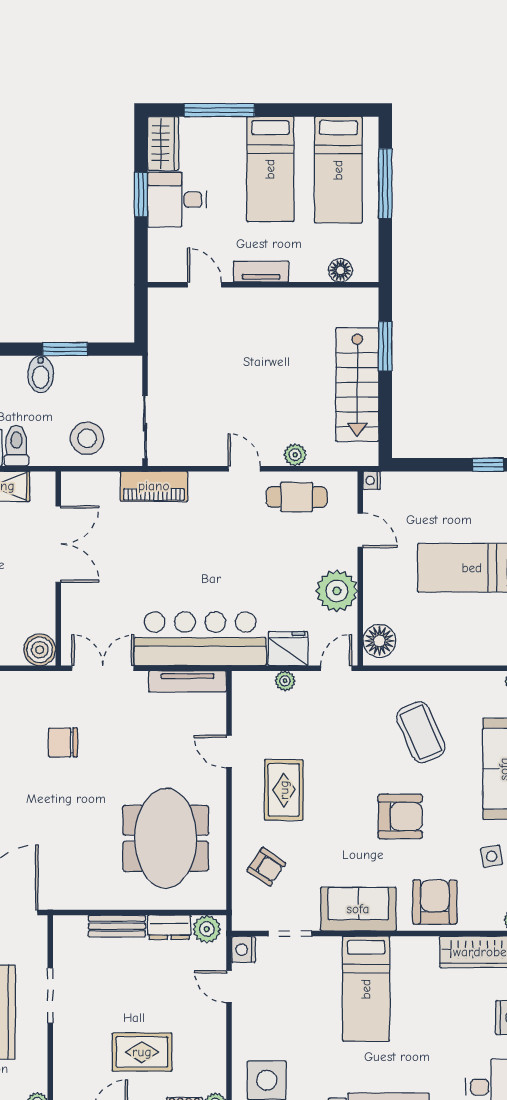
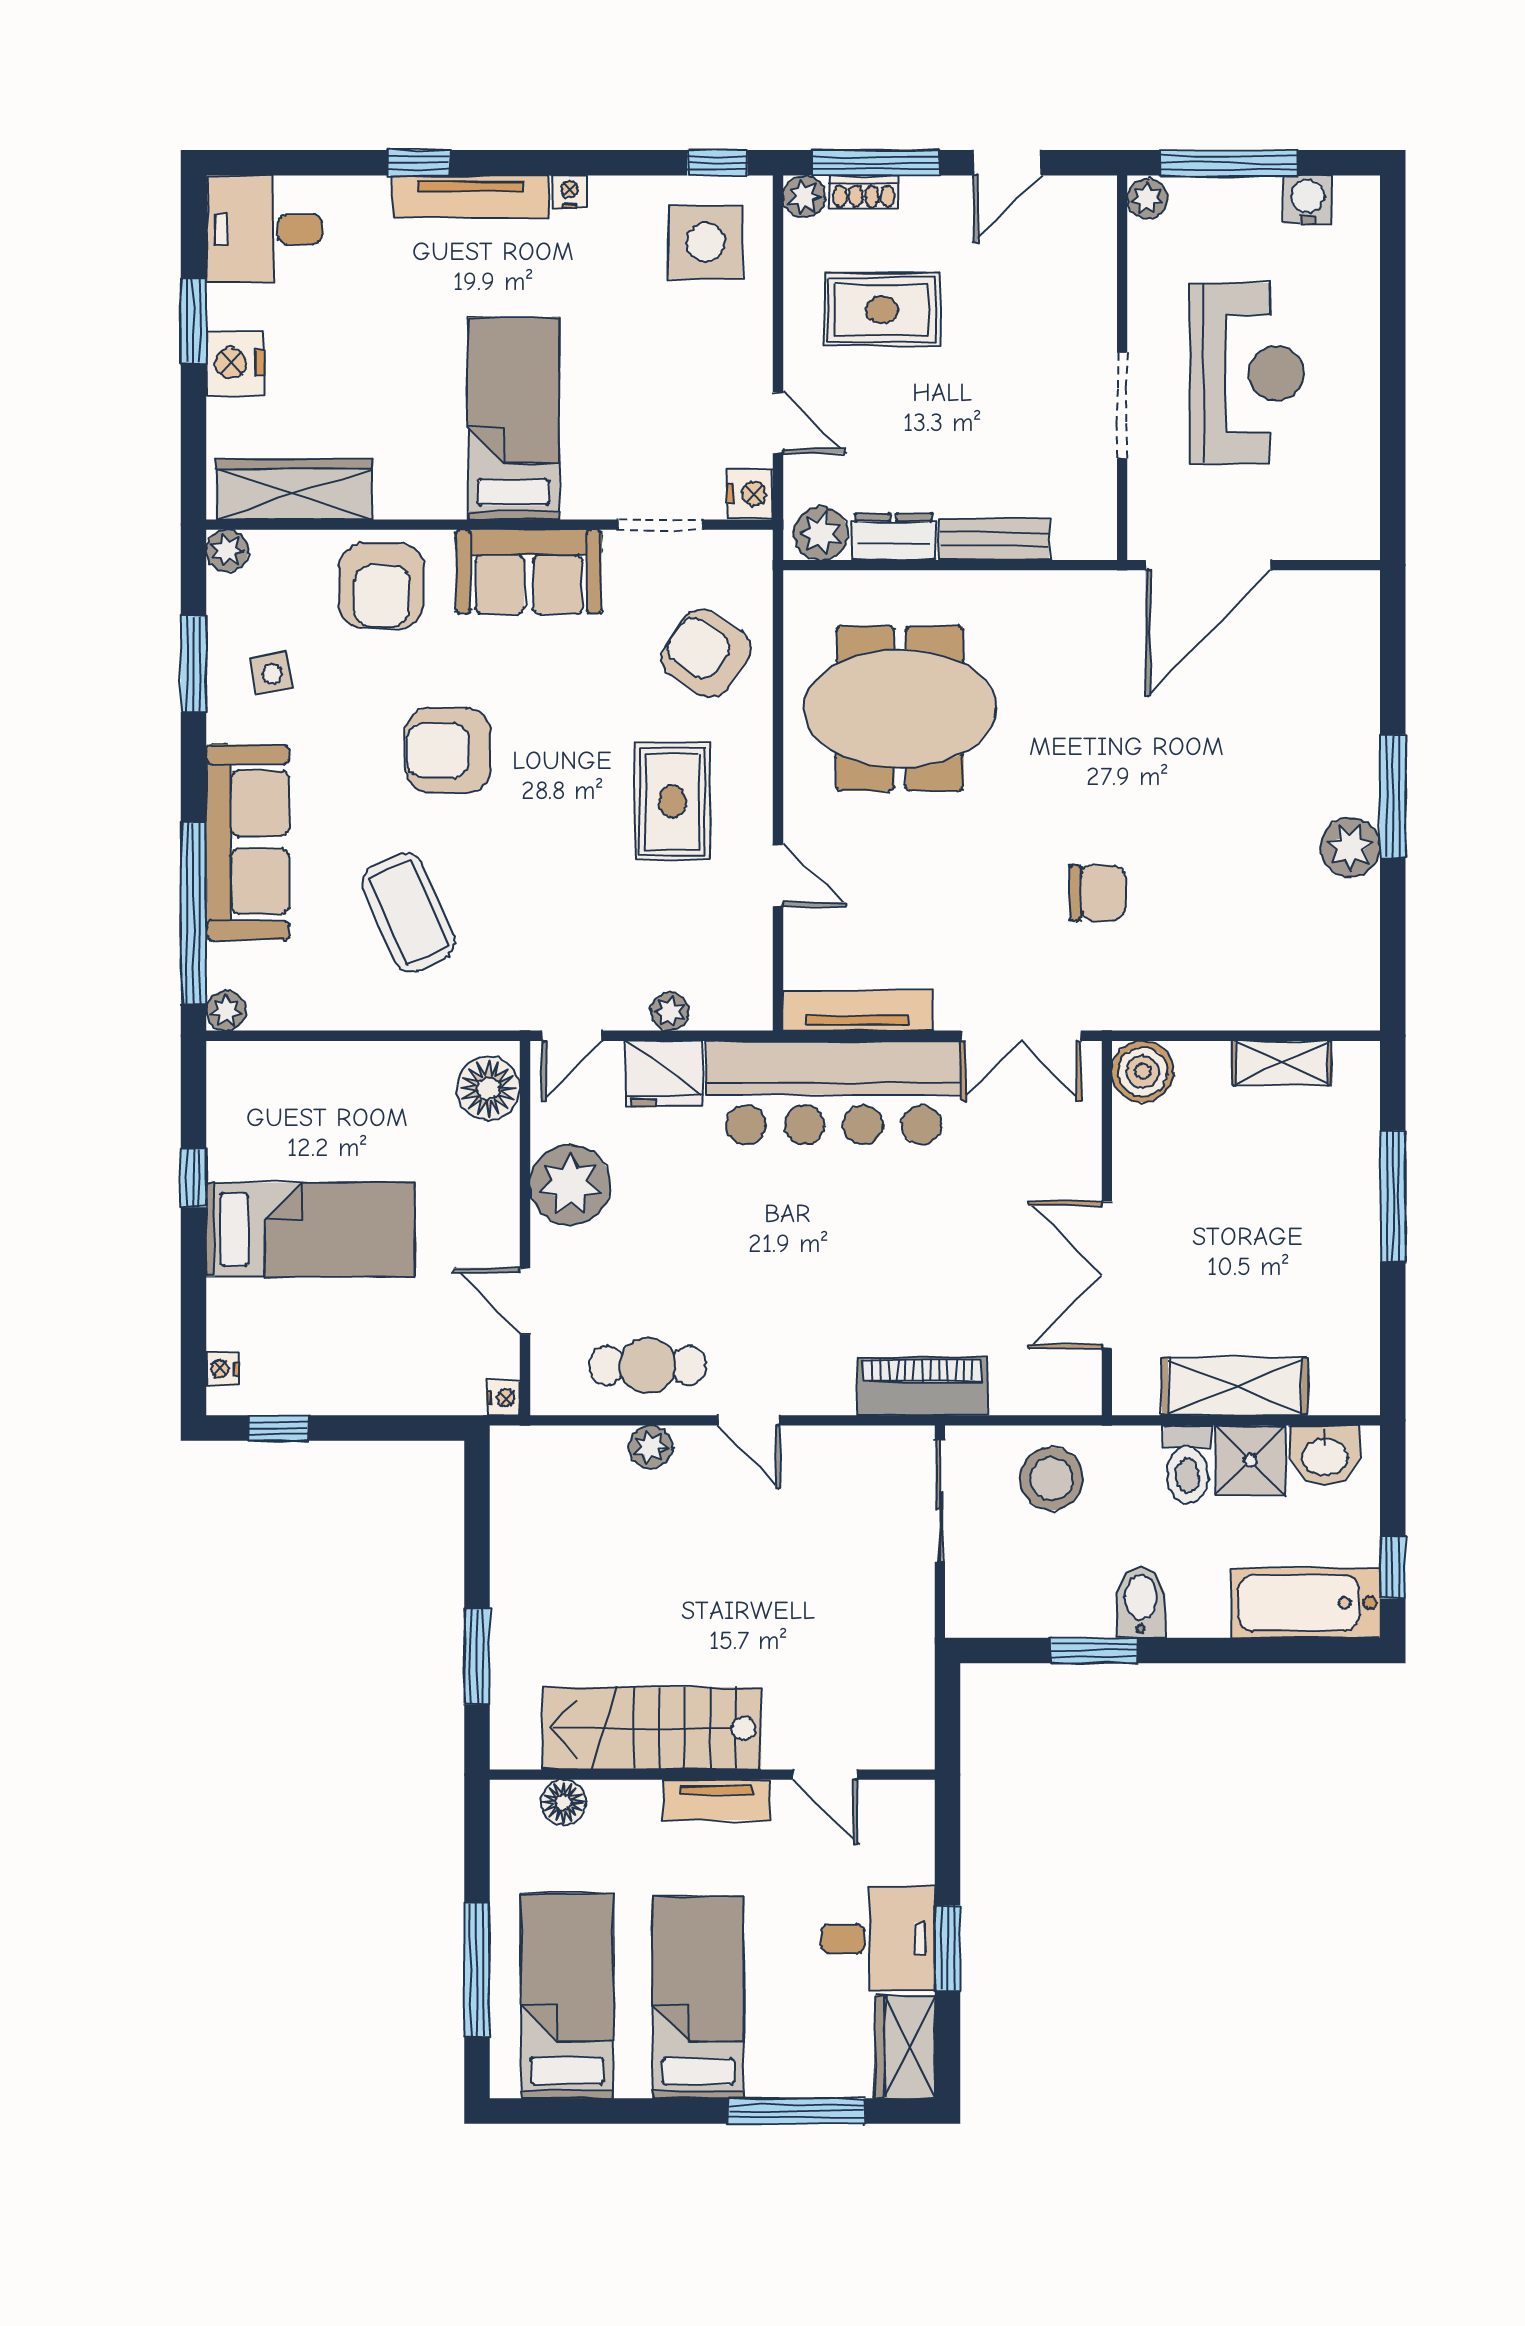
stairs: (357, 385) -> (652, 1728), moved, turned -90
meeting table: (166, 838) -> (900, 708), turned 90
armchair: (266, 867) -> (706, 653), width x1.38, depth x1.38
rug: (142, 1052) -> (882, 310), moved

